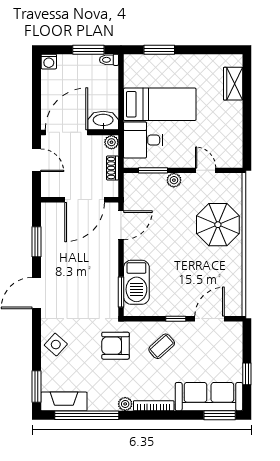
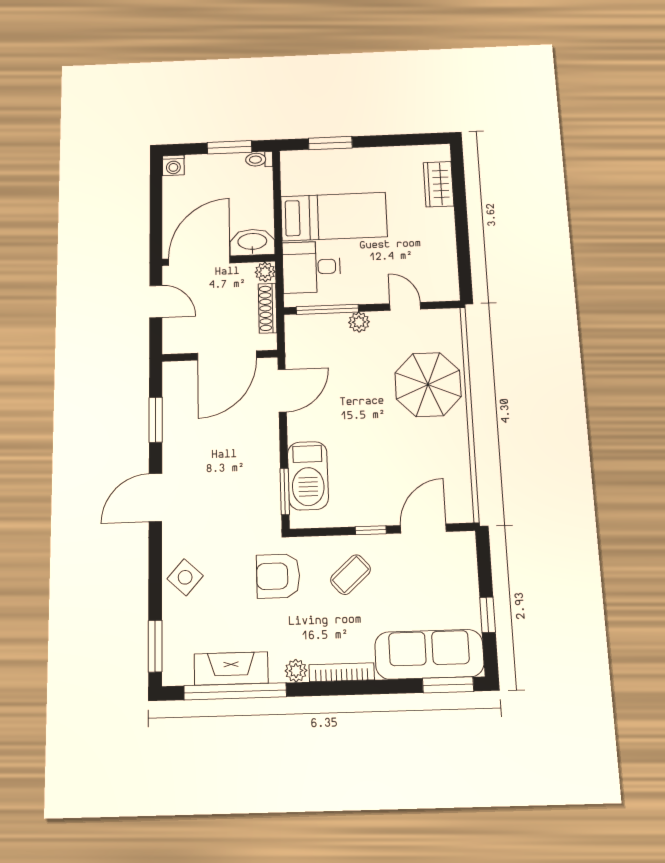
shoe rack: (113, 168) -> (268, 308), width x1.43
window: (153, 170) -> (327, 309), width x1.44
fireplace: (64, 401) -> (231, 668), moved

